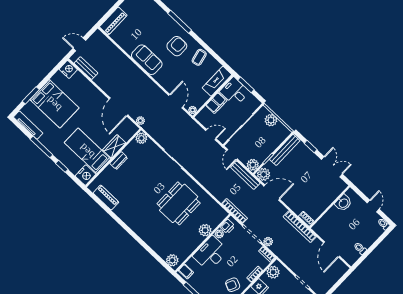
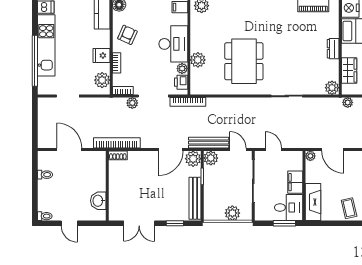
door: (211, 135) -> (273, 150), swing flipped
wardrobe: (114, 146) -> (349, 70), moved

